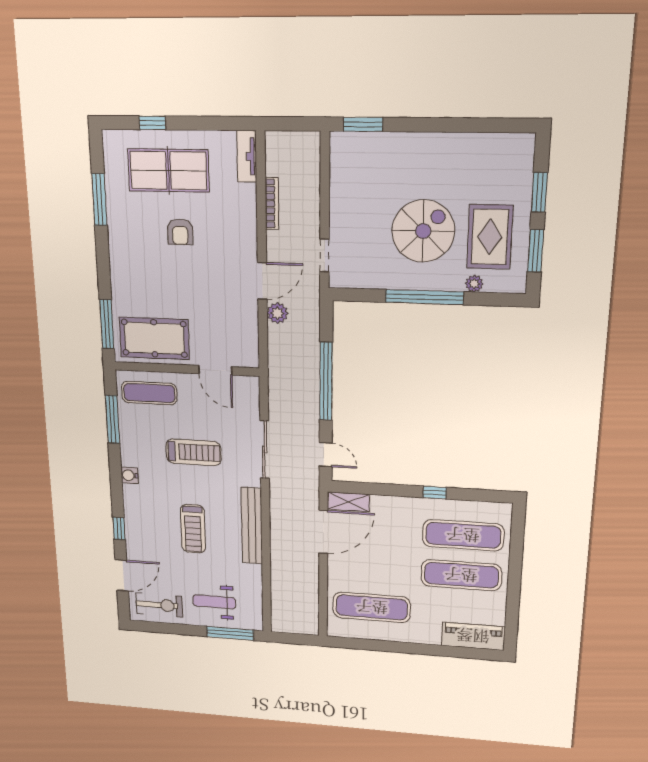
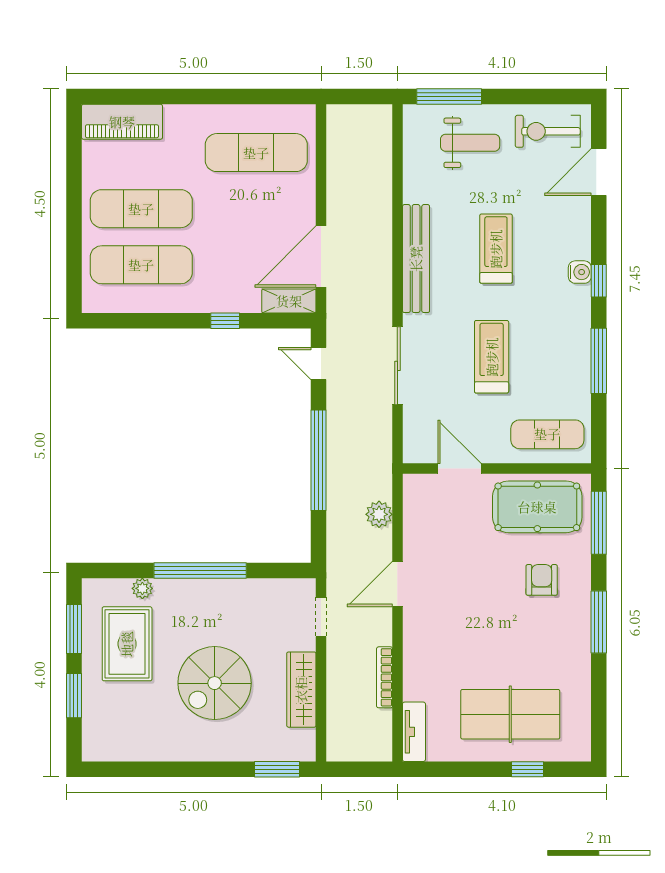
wardrobe: (341, 194) -> (301, 690), added
window: (99, 200) -> (599, 622), moved
spiral stairs: (423, 231) -> (215, 683), moved
armchair: (180, 232) -> (542, 580), moved
plant: (277, 313) -> (379, 514), moved
window: (112, 419) -> (599, 361), moved
treadmill: (193, 452) -> (492, 357), turned 90
water cooler: (130, 475) -> (580, 272), moved
window: (435, 493) -> (225, 321), moved
window: (119, 528) -> (599, 281), moved

